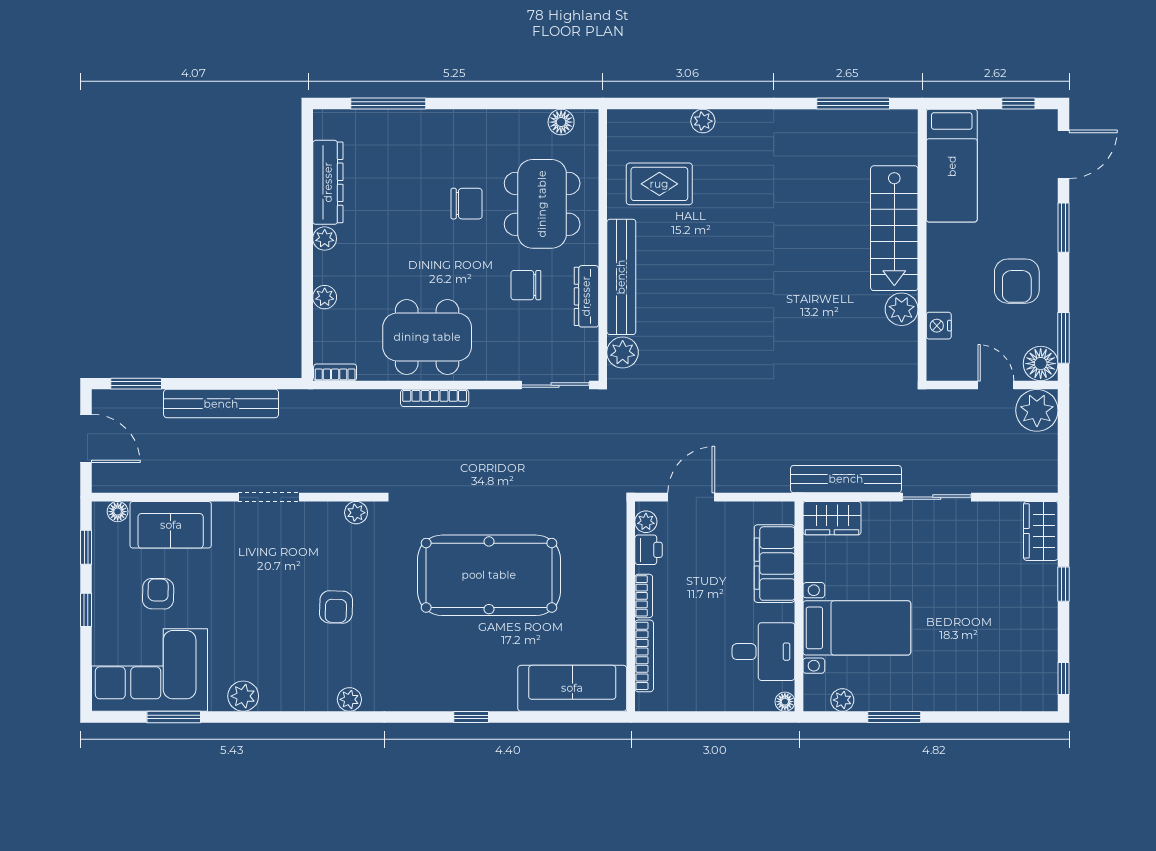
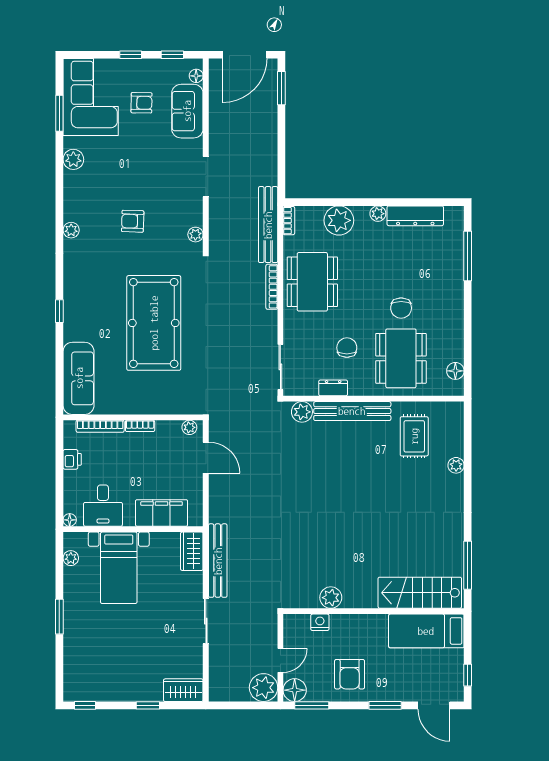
dining table: (542, 204) -> (401, 358), turned 90
stairs: (894, 228) -> (420, 593), moved
armchair: (1017, 281) -> (350, 674), turned -90
dresser: (586, 296) -> (333, 388), width x0.70
plant: (325, 297) -> (339, 220), width x1.88, depth x1.88
bench: (221, 404) -> (268, 225), moved
door: (86, 438) -> (245, 55), width x1.36
printer: (649, 550) -> (72, 459), moved, turned -90
window: (894, 717) -> (59, 617), moved

